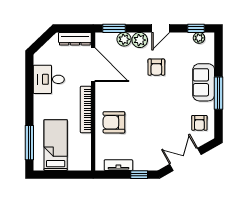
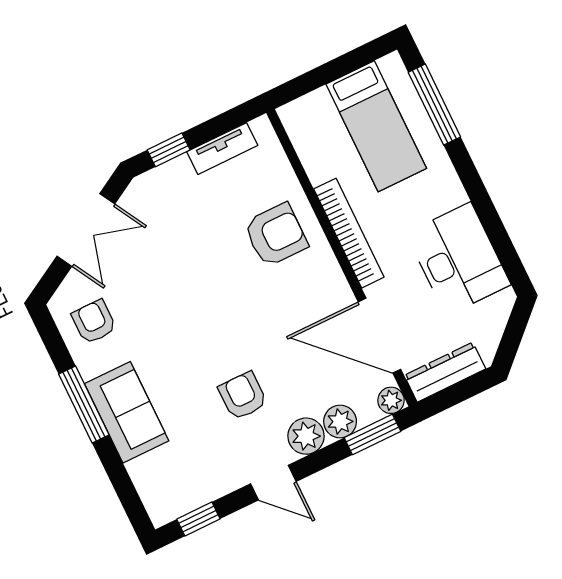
door: (161, 28) -> (273, 483), swing flipped
plant: (199, 38) -> (391, 400), moved
desk: (49, 79) -> (458, 259), width x1.37

